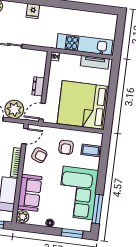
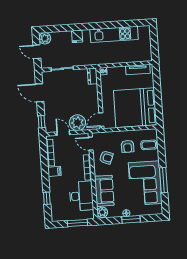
kitchen unit: (85, 44) -> (114, 34), moved, turned 180
dresser: (38, 86) -> (92, 76), moved
door: (25, 136) -> (91, 144), swing flipped
window: (97, 209) -> (163, 180), moved
window: (72, 233) -> (131, 219), moved

